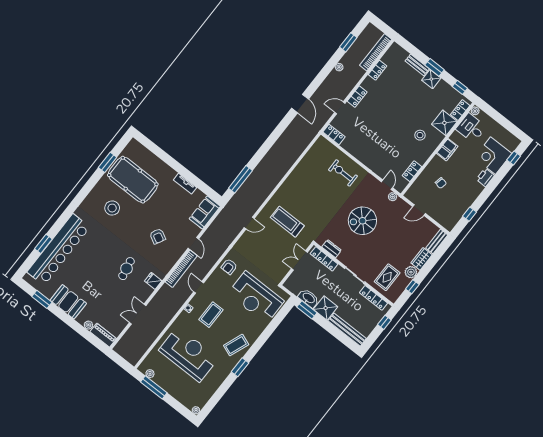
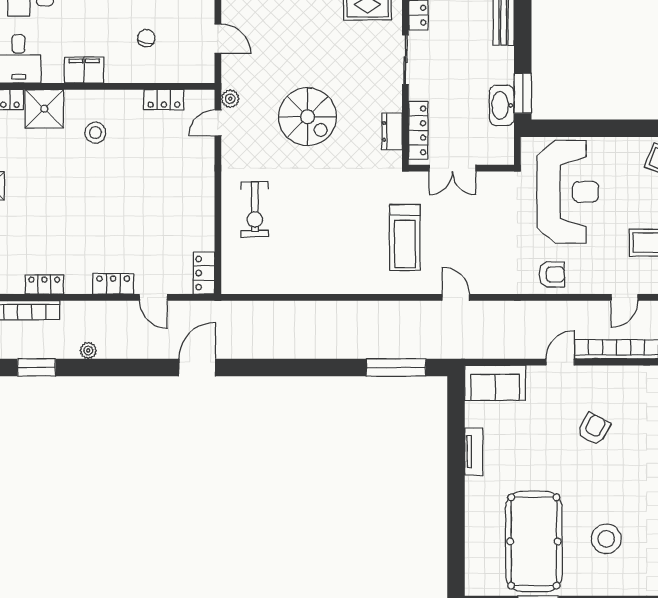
shower: (326, 308) -> (496, 65), removed

